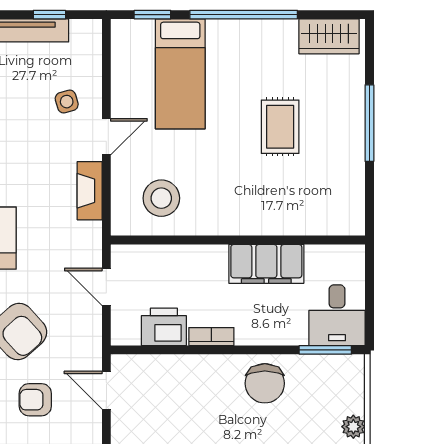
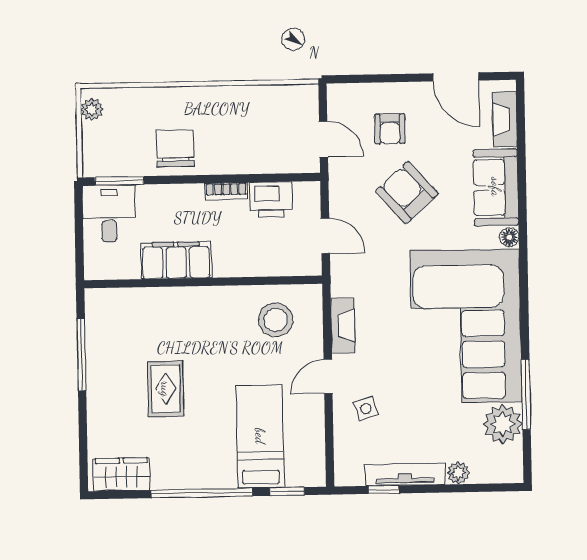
window: (369, 123) -> (81, 355), moved
armchair: (35, 400) -> (390, 129), turned 90

